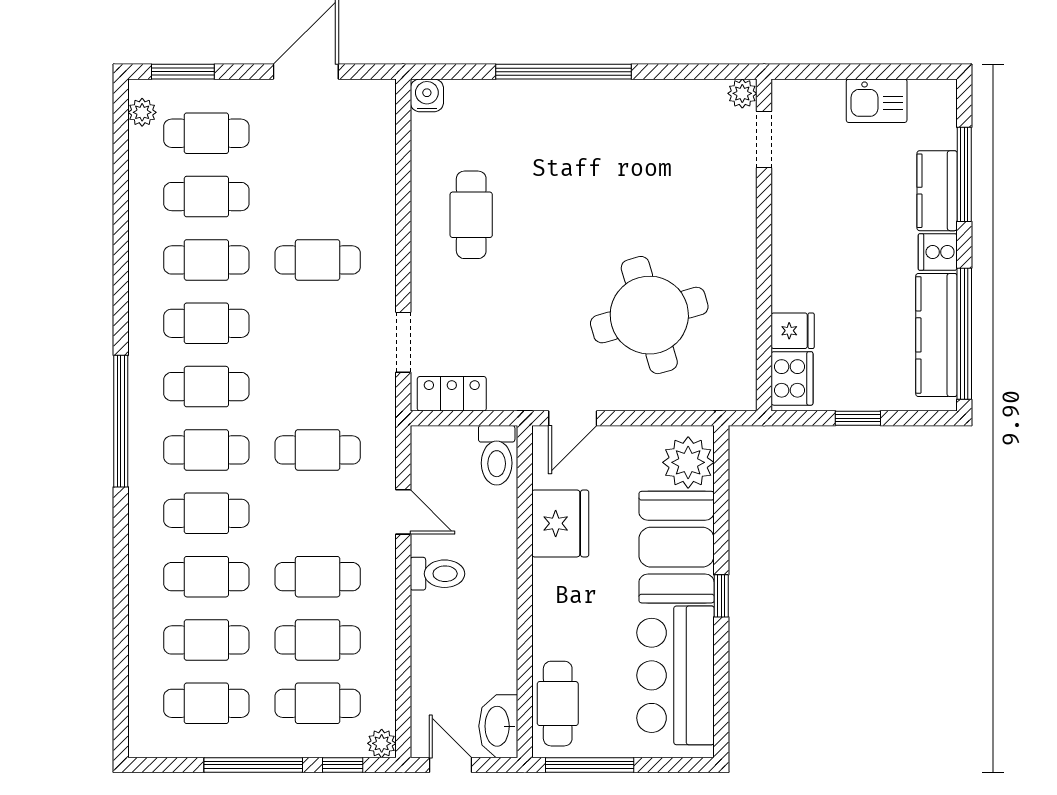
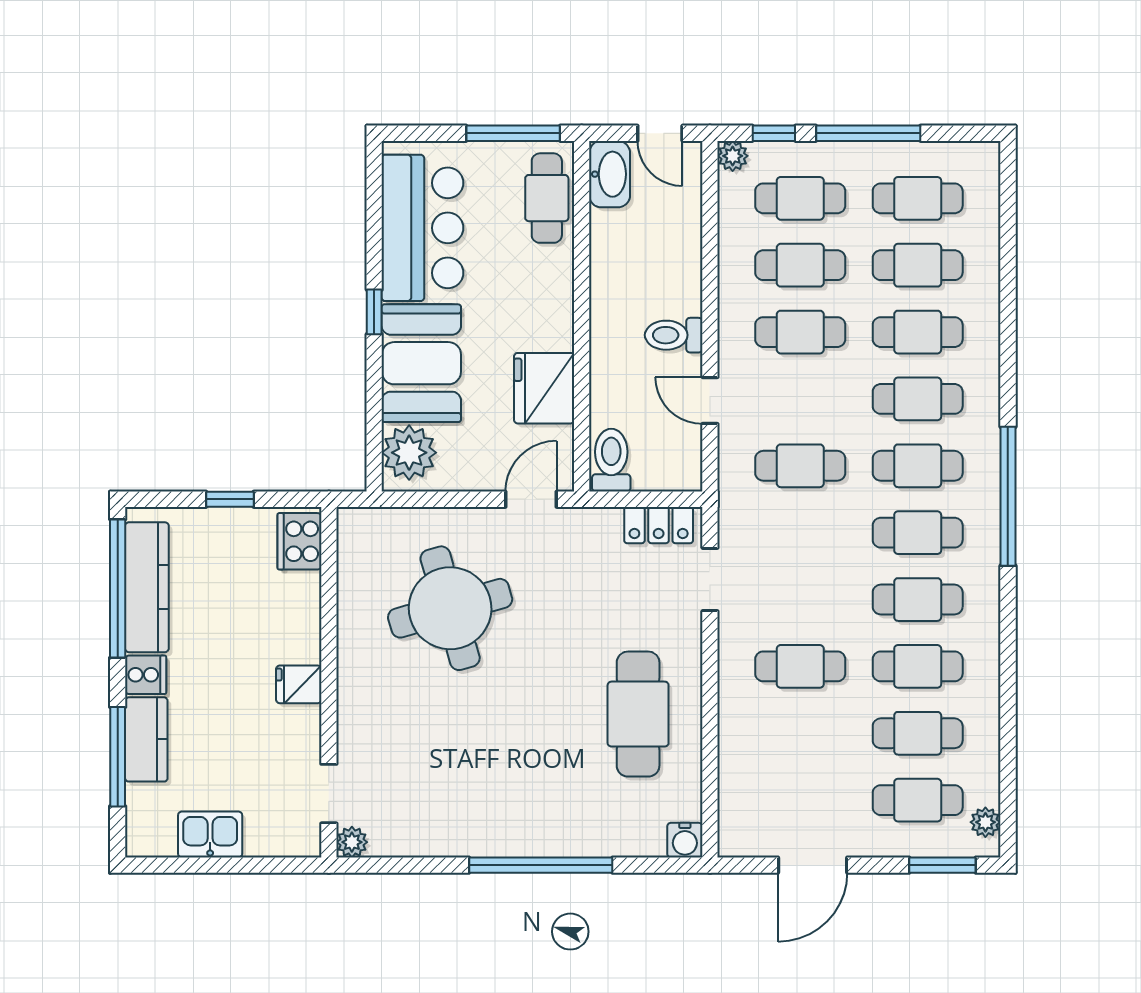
cafe table: (471, 215) -> (638, 714), width x1.37, depth x1.35
fridge: (793, 331) -> (299, 684), moved

